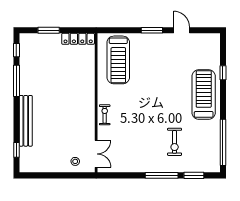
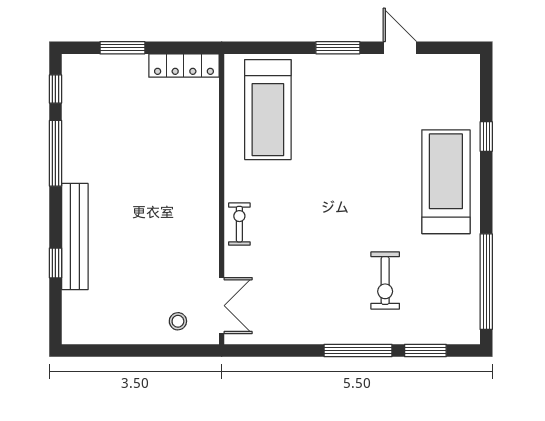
window: (16, 150) -> (55, 263), moved

